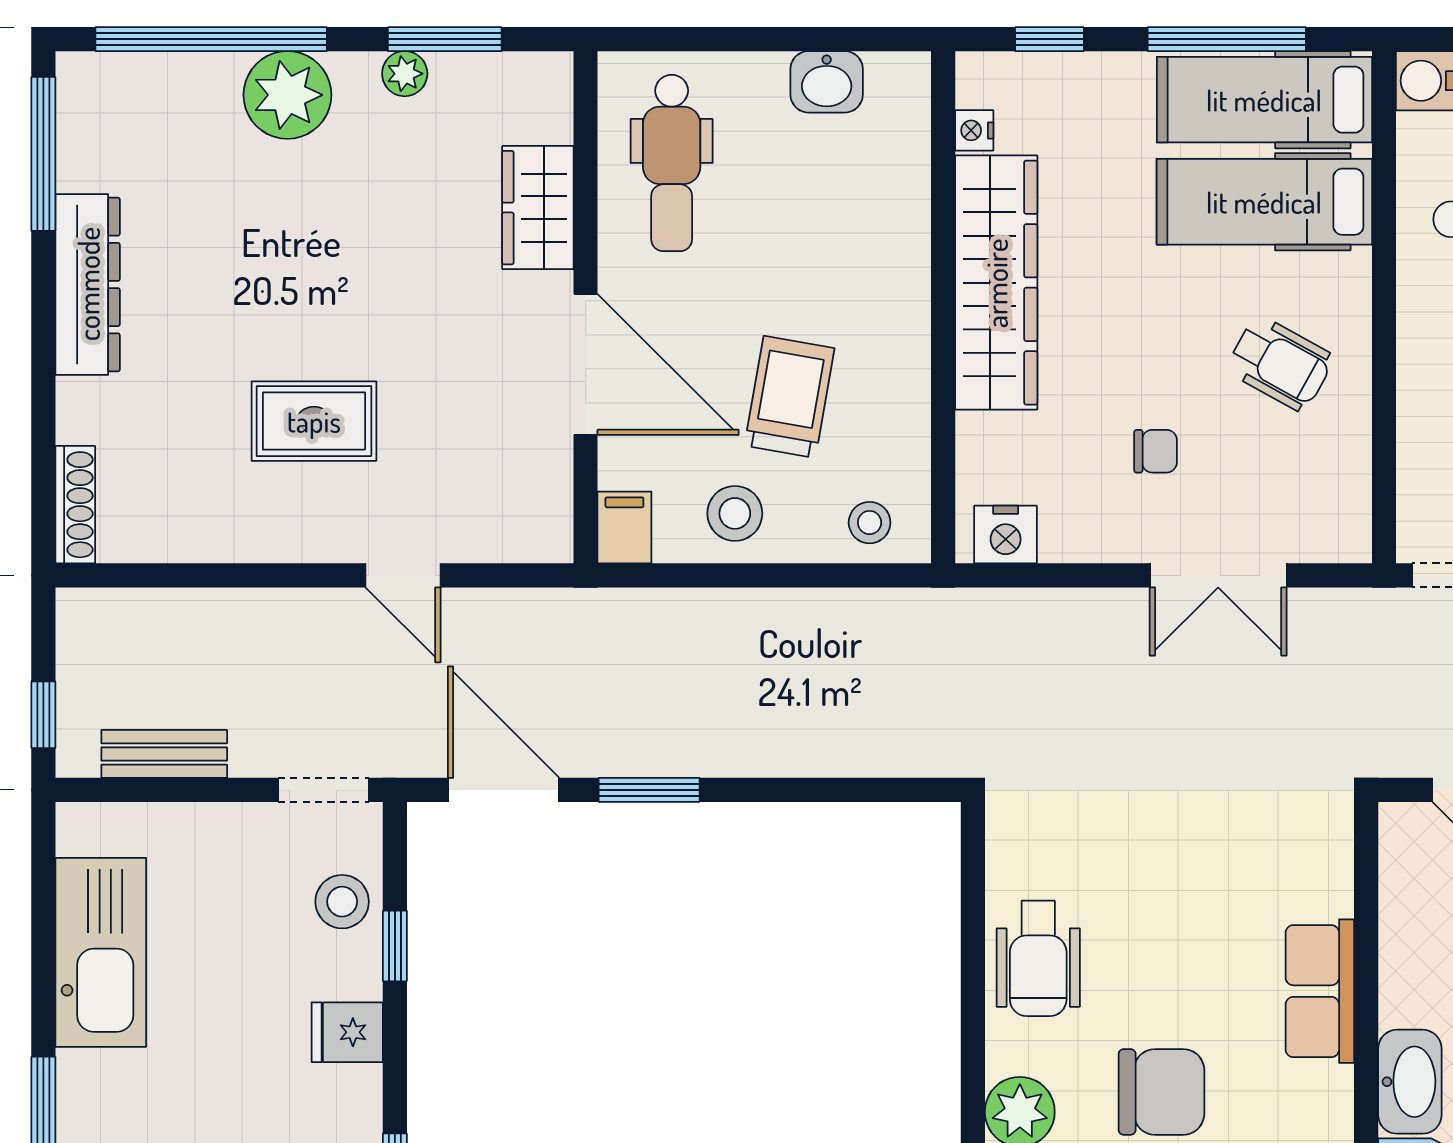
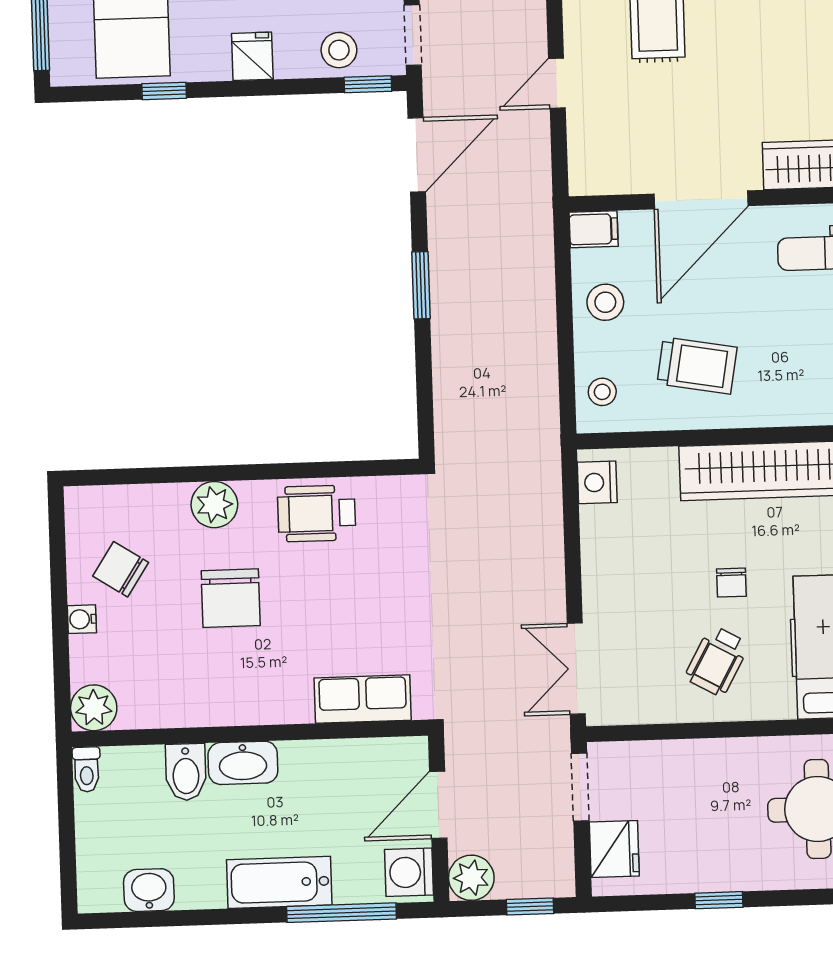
trolley: (789, 397) -> (697, 366), moved
chair: (1156, 451) -> (731, 583), moved
double door: (1218, 575) -> (576, 669), moved
window: (649, 790) -> (421, 285), moved
window: (395, 946) -> (368, 84), moved
row of seats: (1320, 991) -> (363, 699), moved

